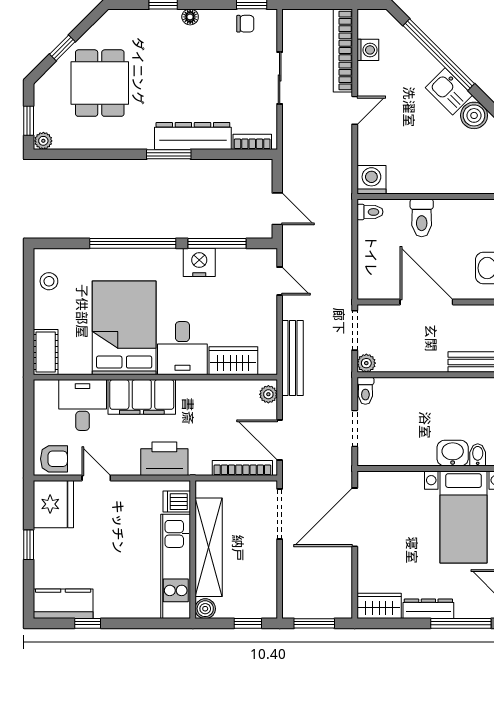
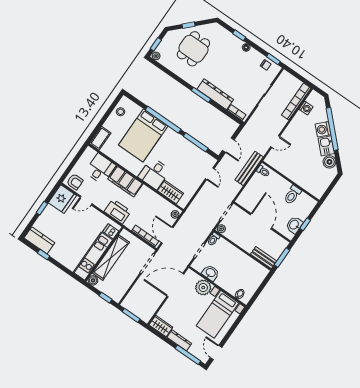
door: (355, 110) -> (275, 142), moved
washing machine: (371, 180) -> (323, 129), moved, turned -135
toilet: (422, 218) -> (292, 195), moved
nightstand: (199, 262) -> (184, 145), removed
bed: (124, 328) -> (143, 135), moved, turned 180
bench: (292, 358) -> (249, 168), moved
washbasin: (453, 453) -> (210, 273), moved
door: (96, 478) -> (86, 201), swing flipped
plant: (406, 488) -> (203, 288), added

